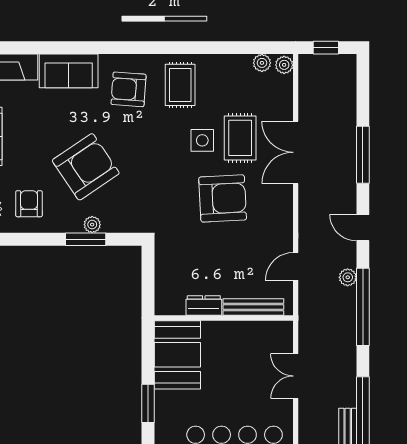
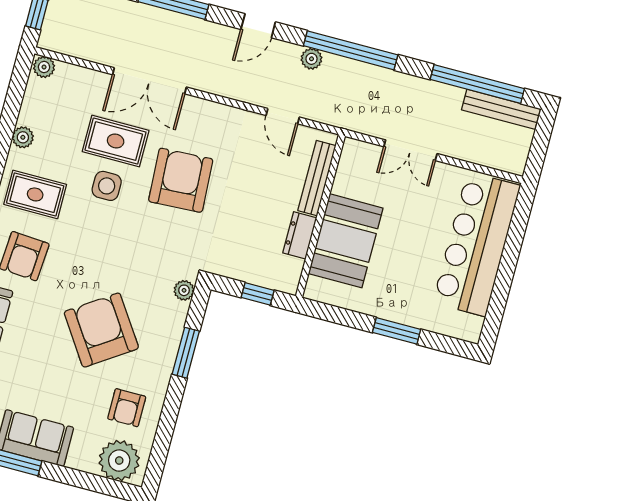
plant: (262, 63) -> (23, 137), moved
armchair: (29, 204) -> (127, 408), turned -90
plant: (92, 225) -> (184, 290), moved
window: (148, 284) -> (258, 294), added
booth: (177, 355) -> (346, 241), moved, turned 90

